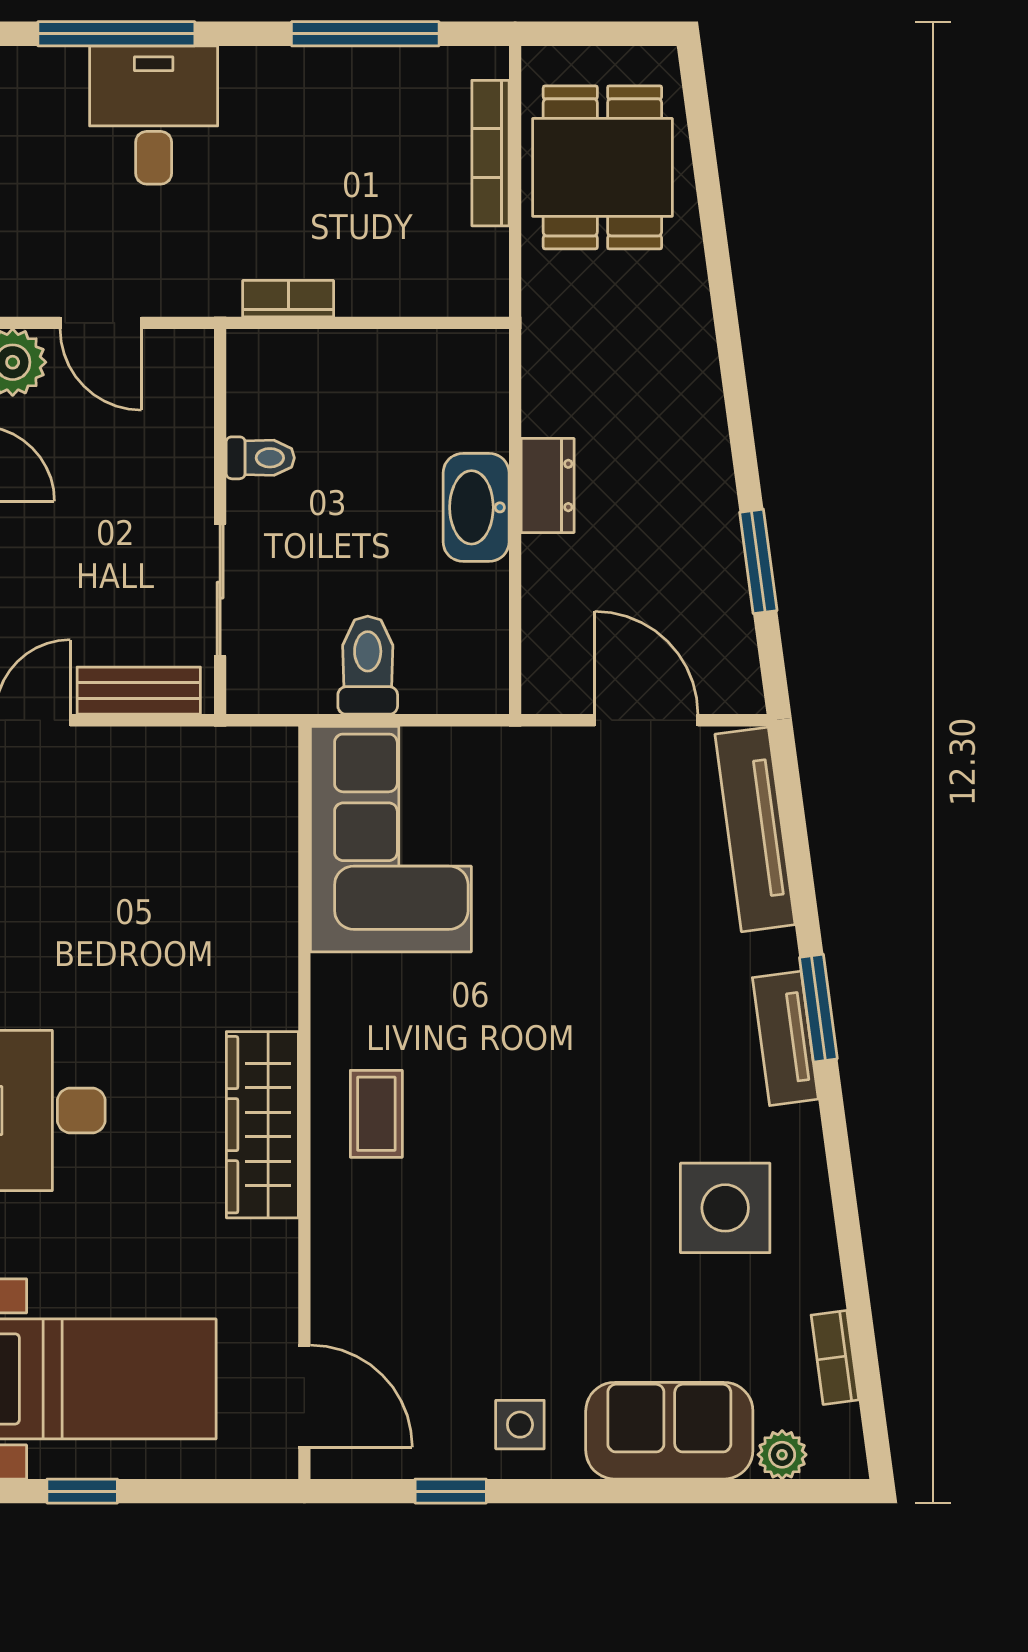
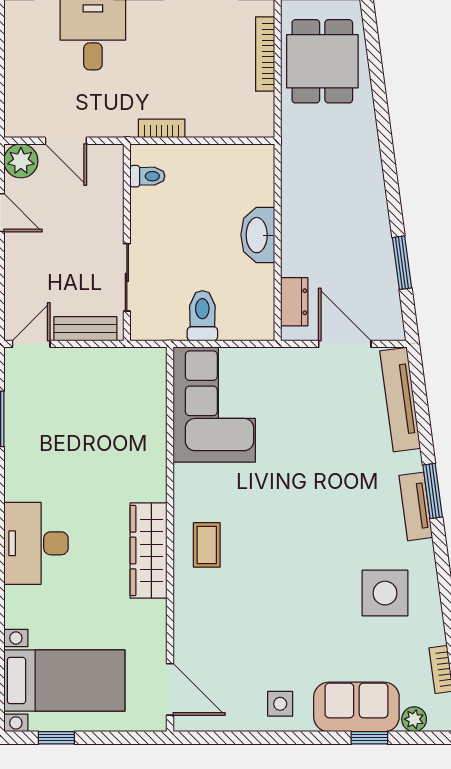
toilet: (260, 458) -> (147, 176), moved
dresser: (548, 485) -> (294, 302), moved
window: (451, 1491) -> (369, 738), moved

